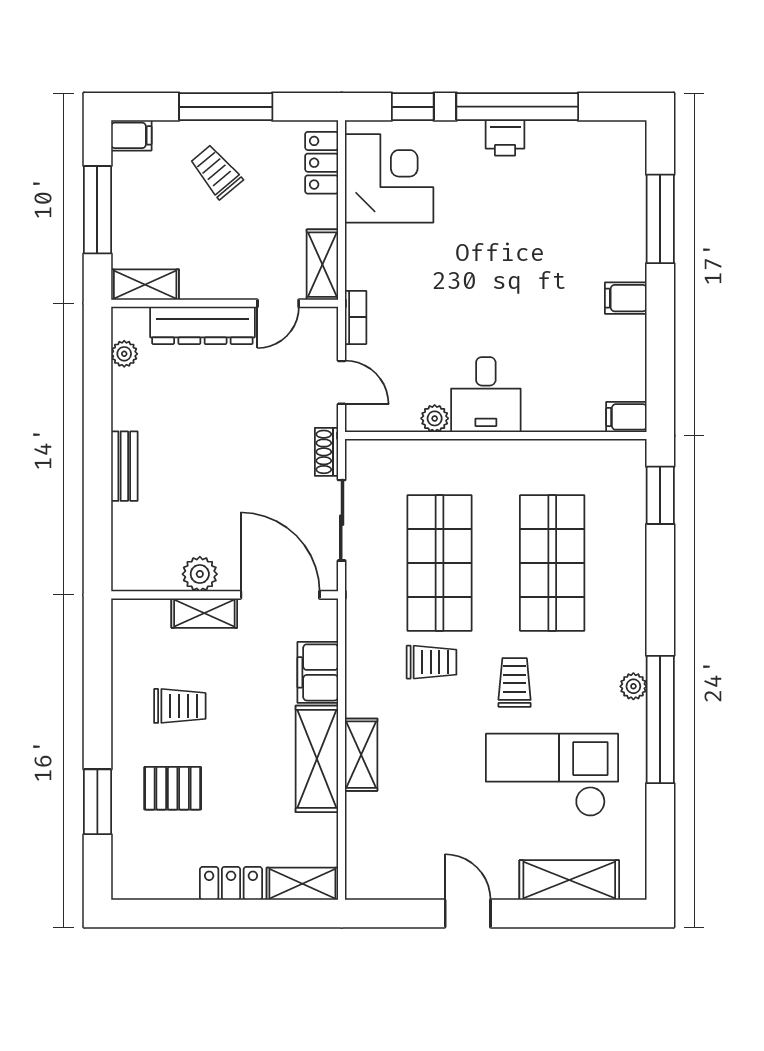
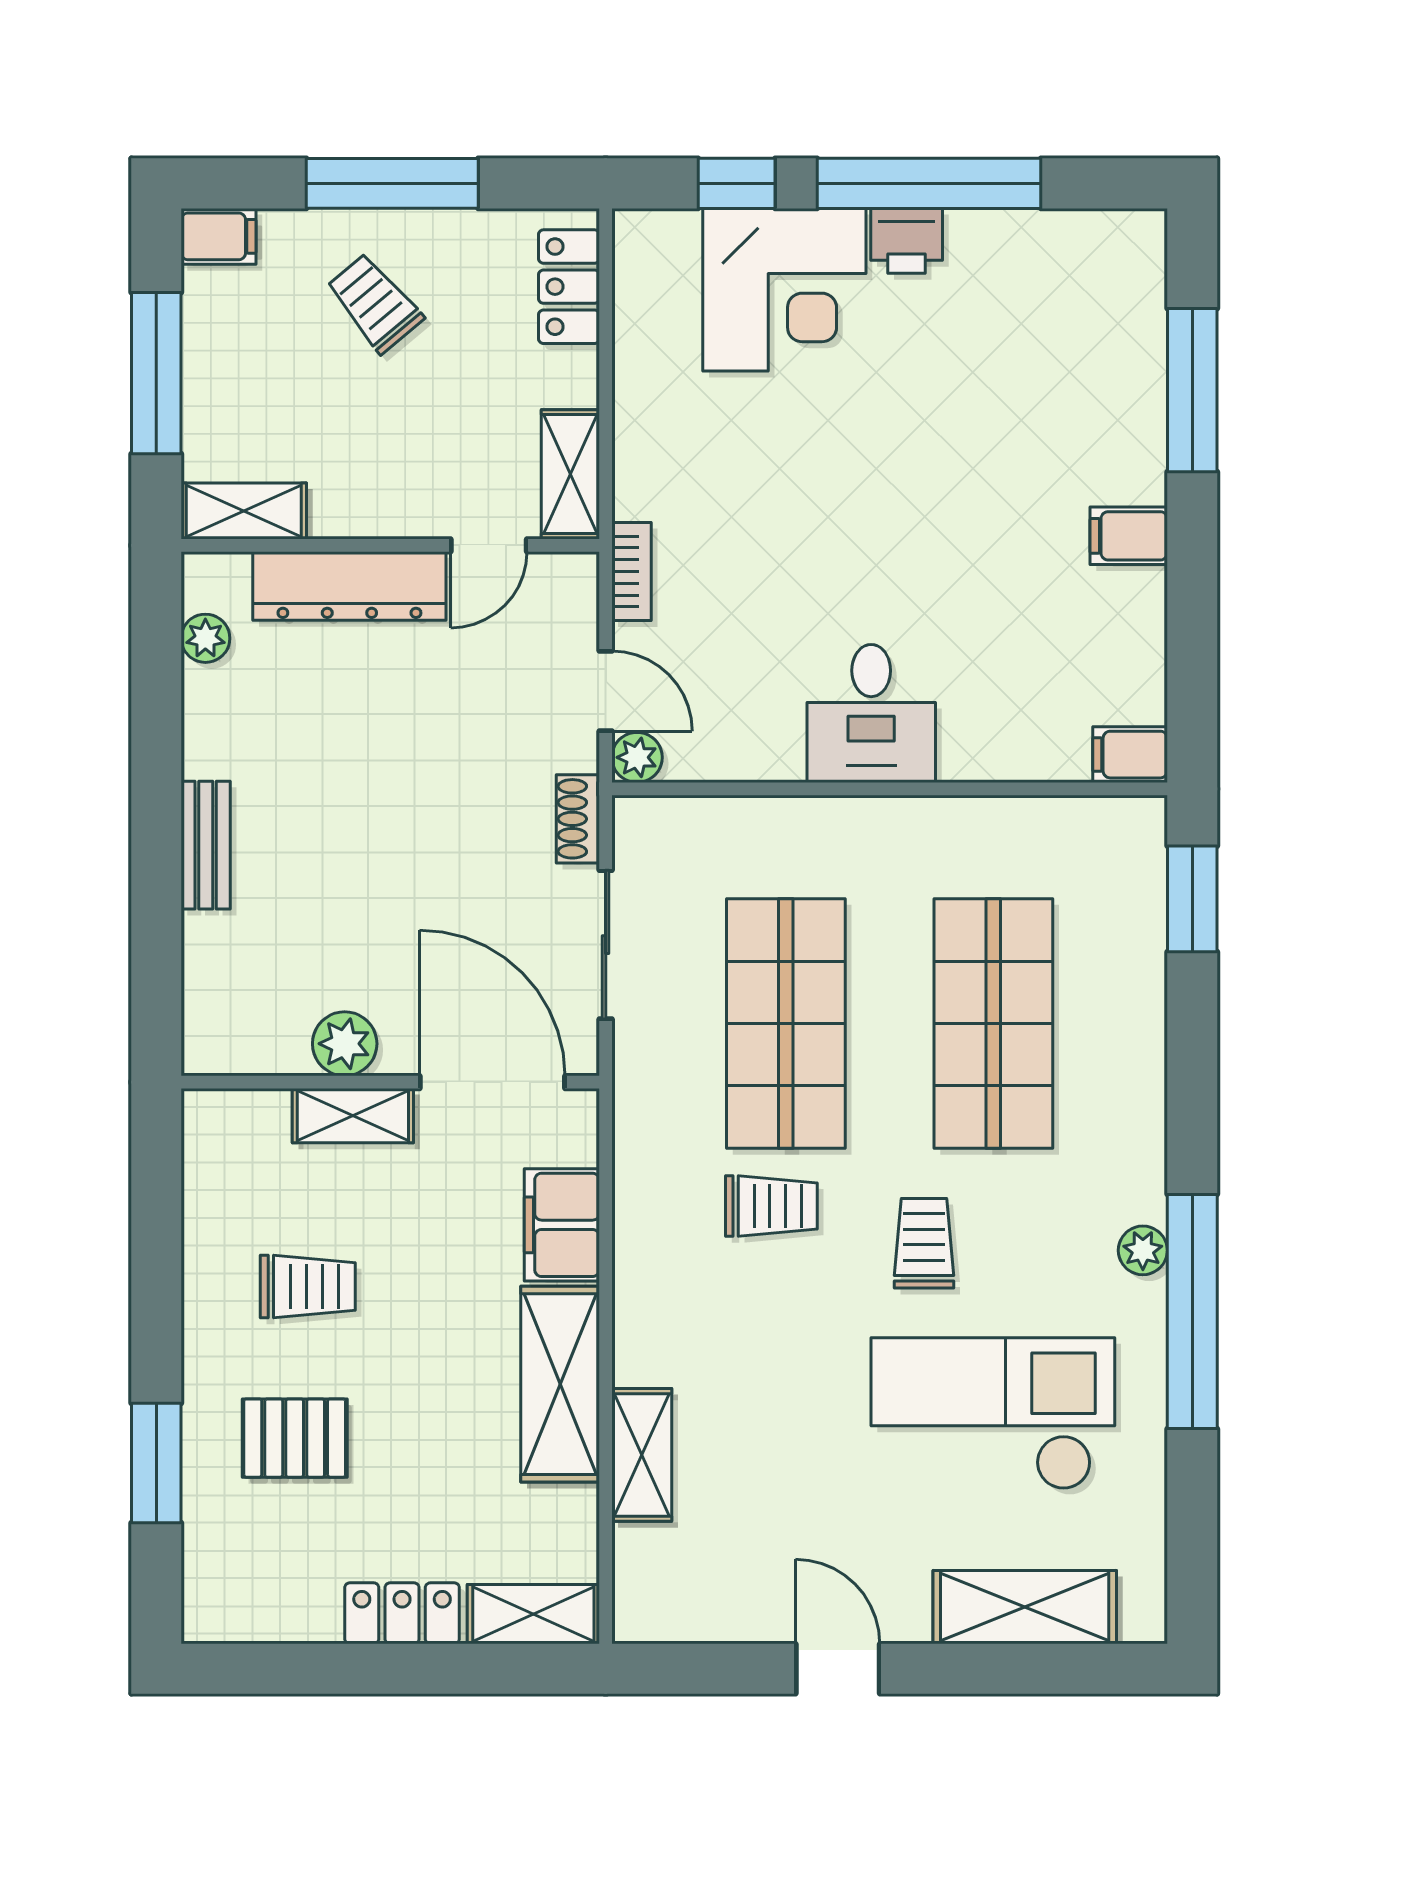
corner desk: (389, 178) -> (784, 290), moved, turned 90
plant: (435, 418) -> (637, 757), moved
shelving: (361, 755) -> (642, 1455), moved

